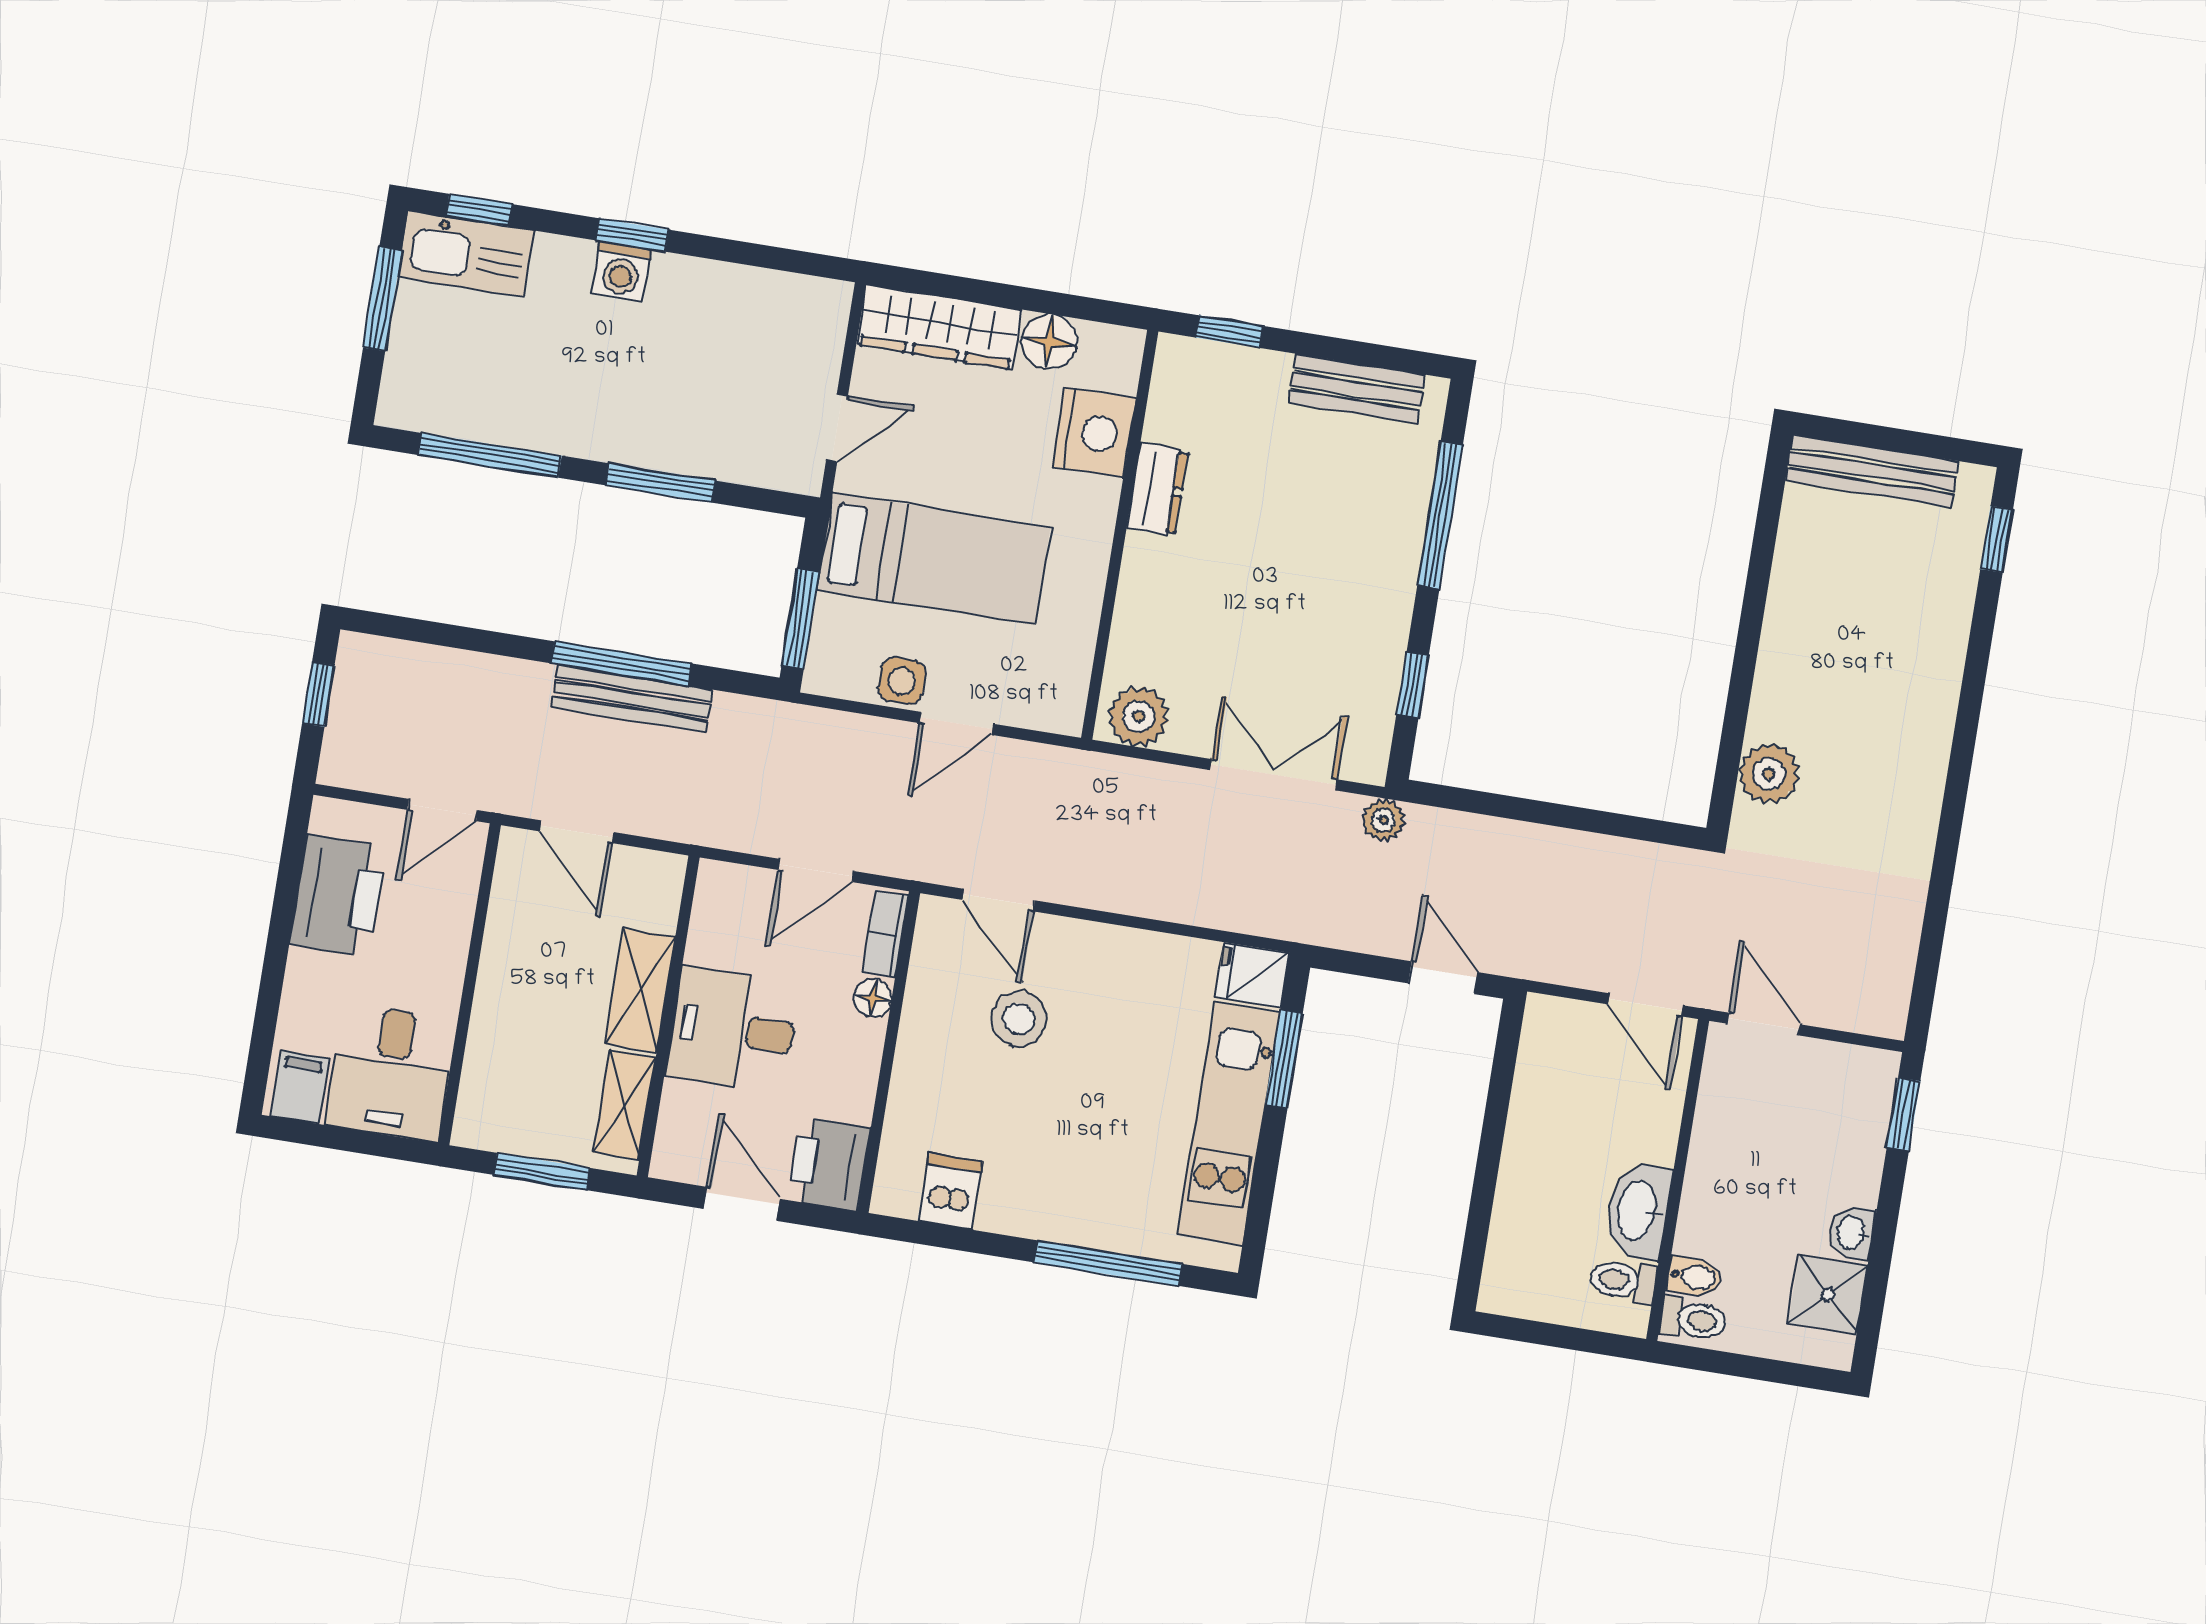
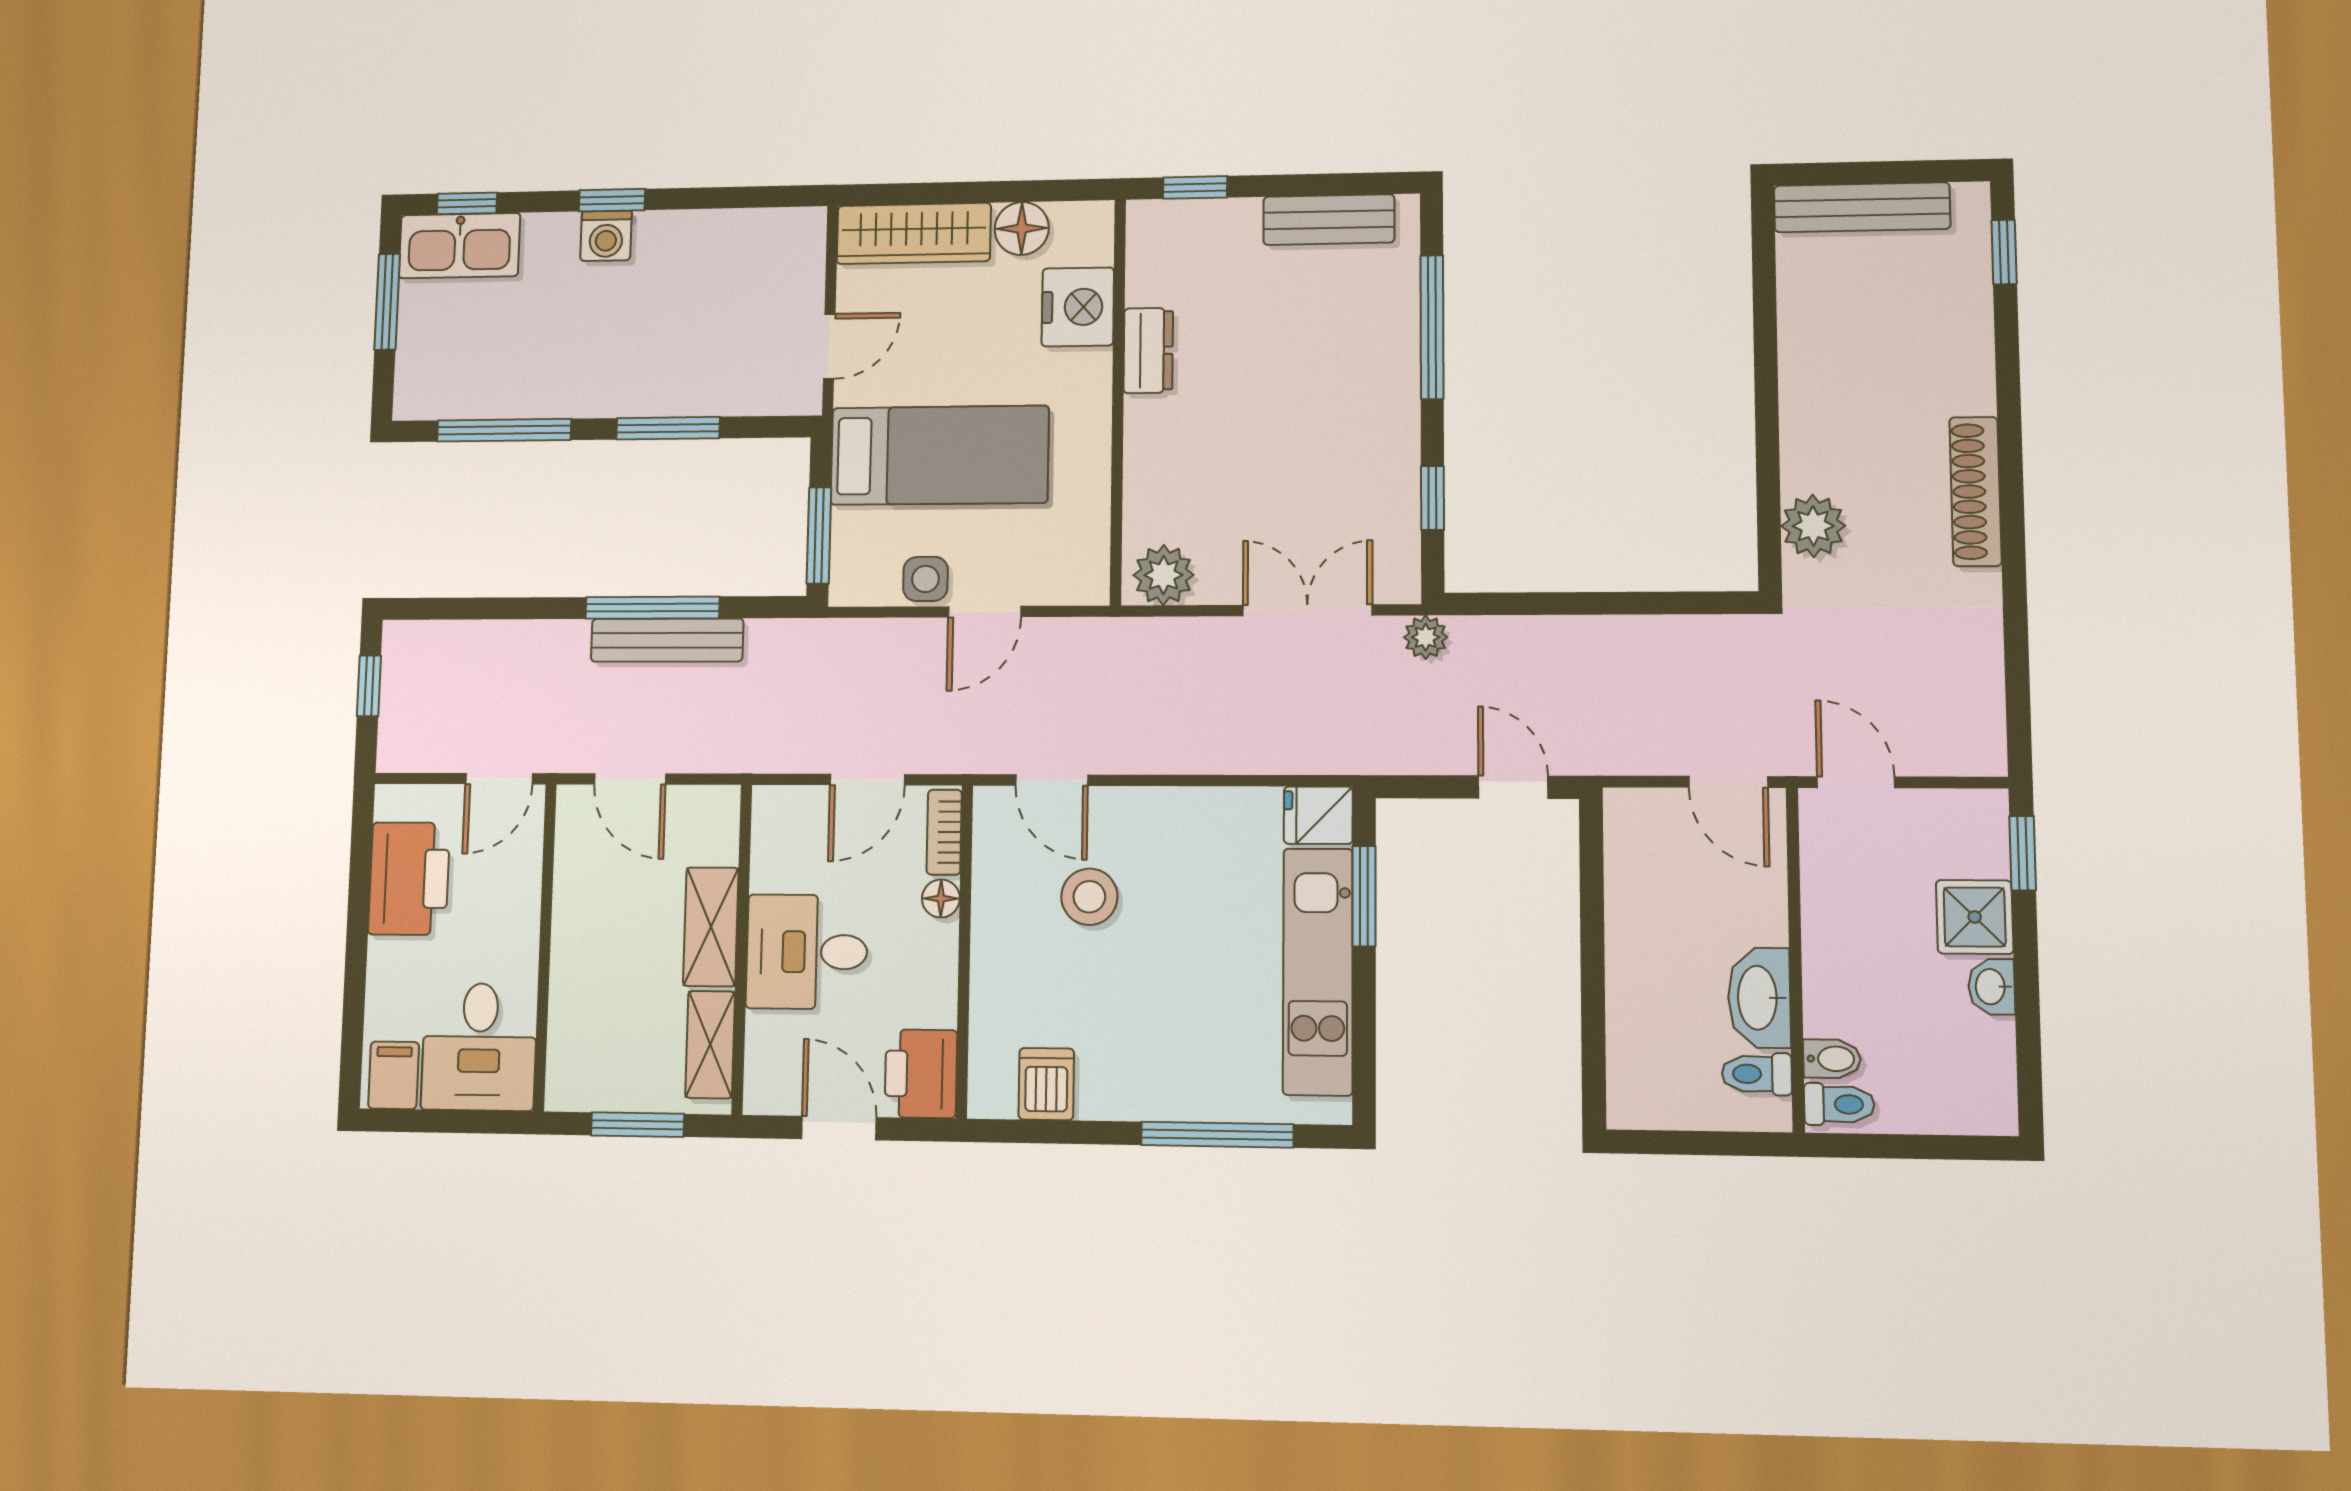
shoe rack: (1926, 767) -> (1975, 492), added
shower: (1828, 1295) -> (1975, 917), moved

